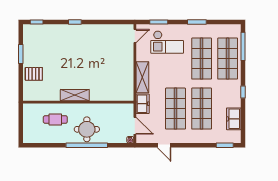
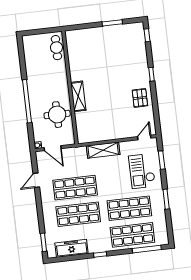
door: (135, 36) -> (144, 137), swing flipped
pallet: (34, 74) -> (140, 98), moved
shelving: (75, 95) -> (78, 96), moved
freezer: (143, 104) -> (76, 153), removed
cafe table: (55, 119) -> (56, 48), moved
freezer: (234, 119) -> (72, 248), width x1.40
door: (135, 126) -> (53, 148), hinge flipped
round table: (87, 129) -> (57, 115), moved

